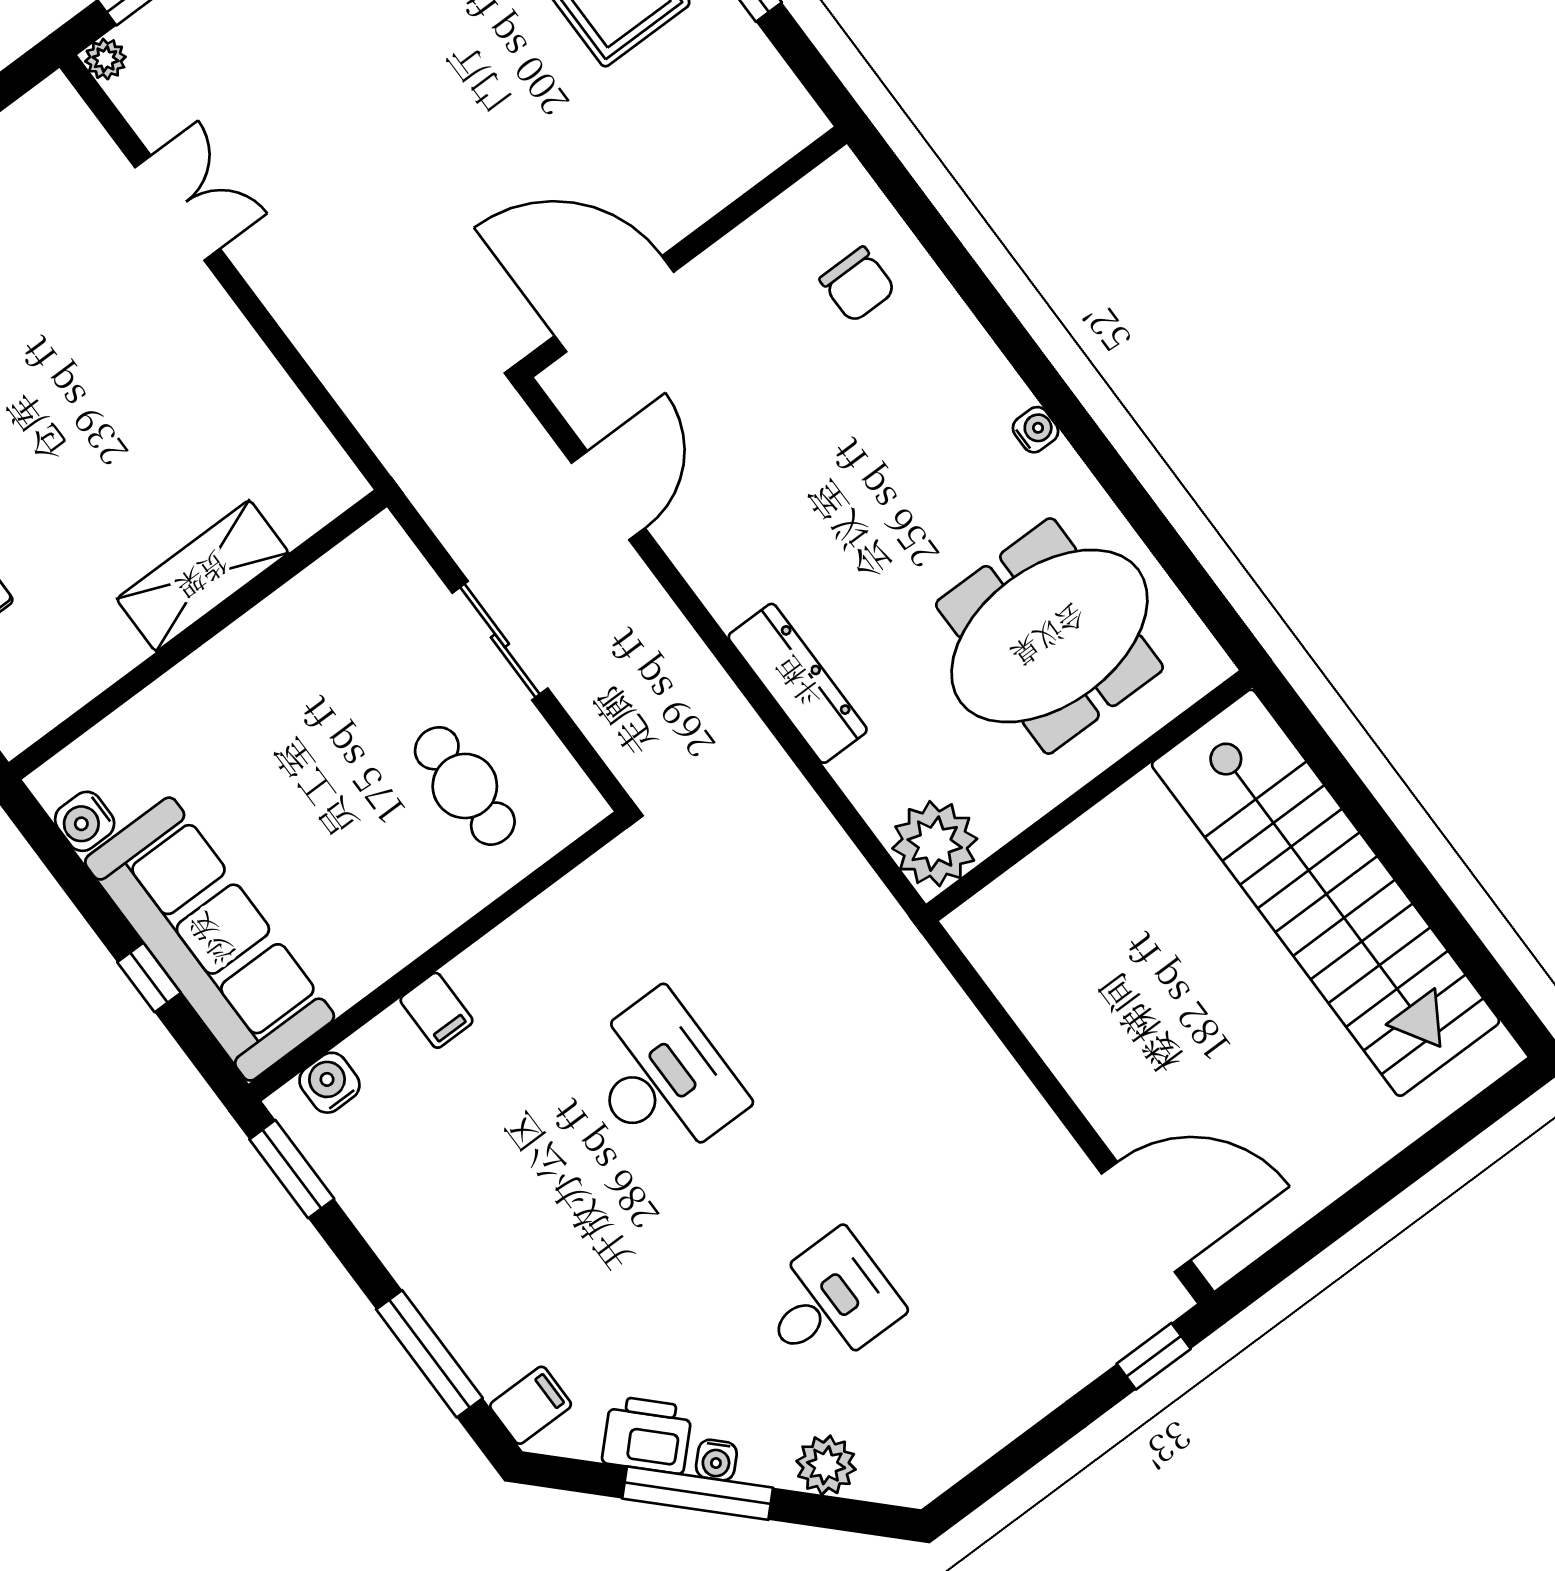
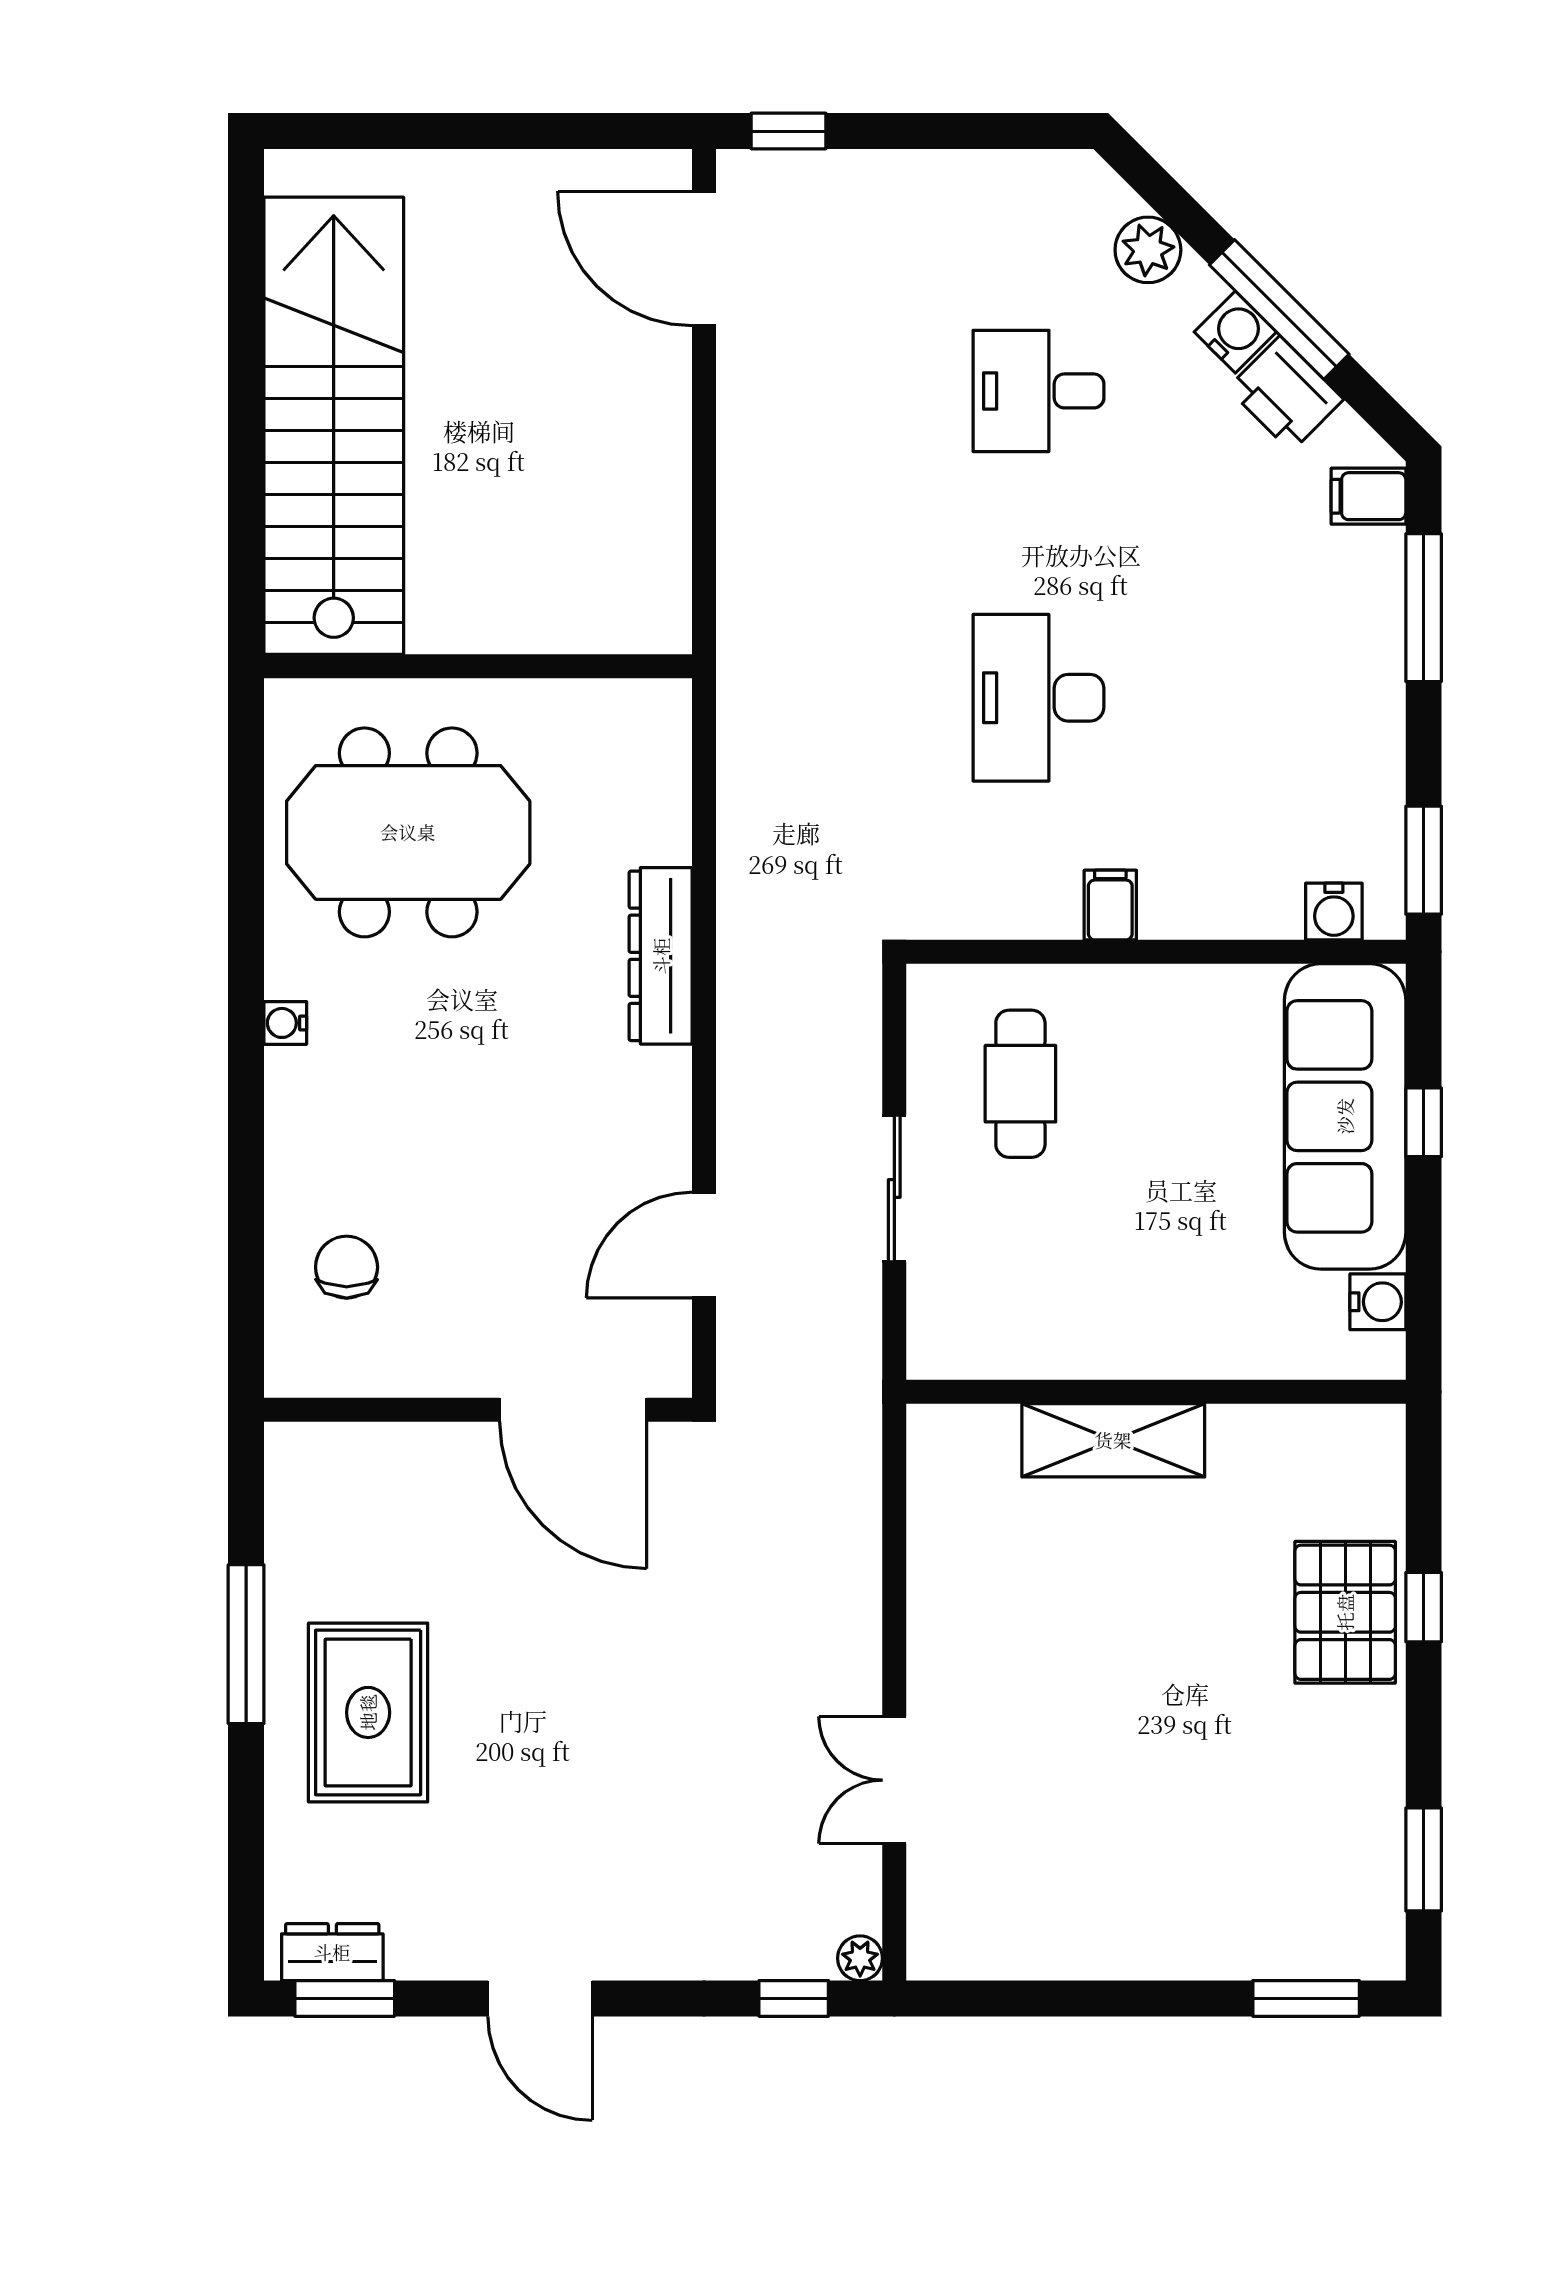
plant: (935, 844) -> (645, 725), removed
filing cabinet: (436, 1010) -> (1110, 905), moved
water cooler: (716, 1460) -> (1235, 332), width x1.38, depth x1.38

